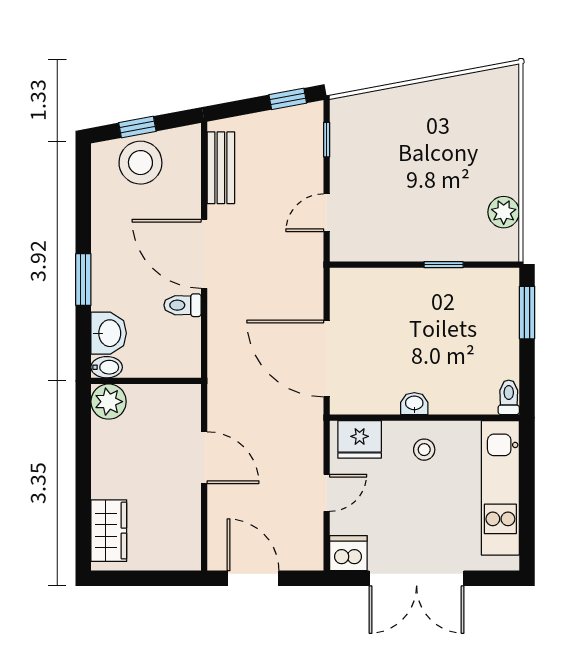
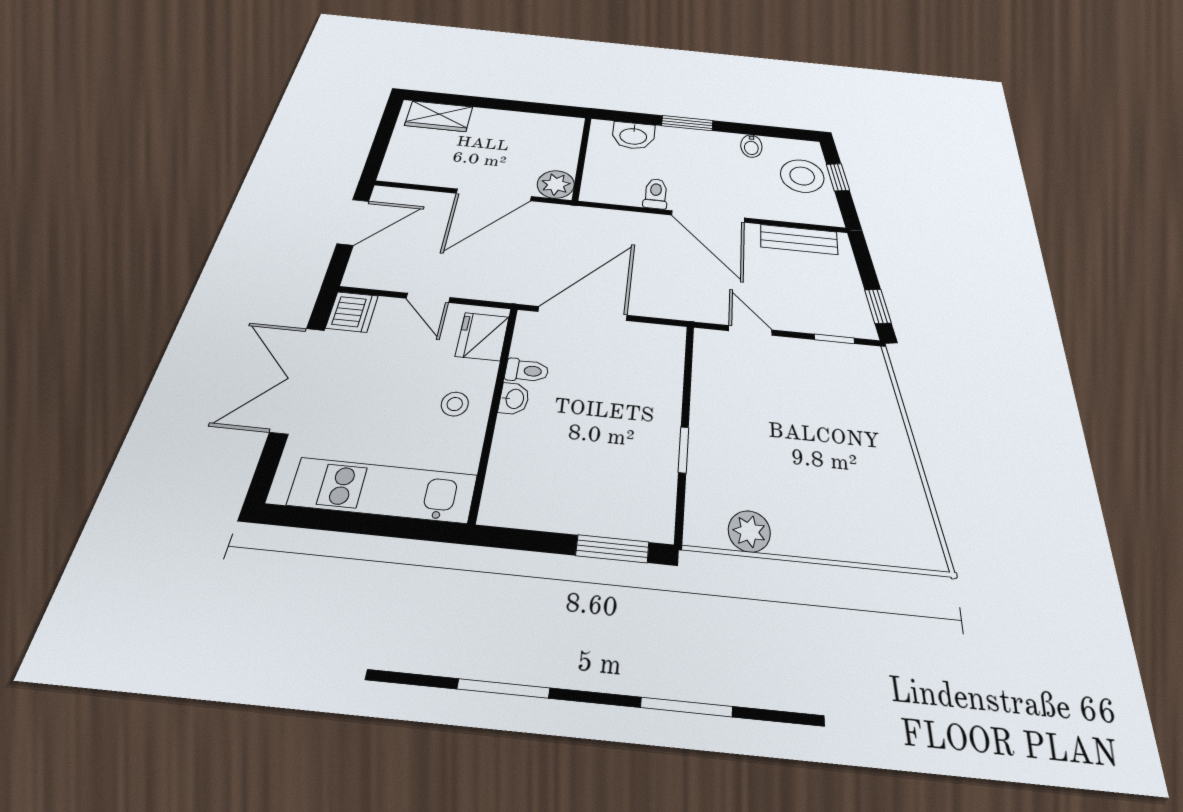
door: (204, 254) -> (708, 216), swing flipped
bidet: (107, 367) -> (751, 146), moved
toilet: (509, 397) -> (527, 371), moved
plant: (109, 402) -> (556, 184), moved
door: (204, 458) -> (494, 195), width x1.36

